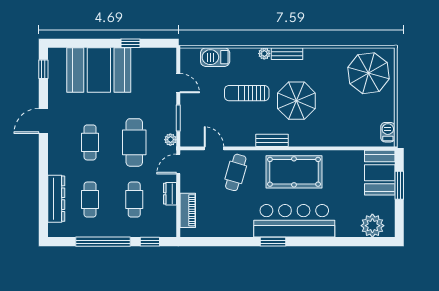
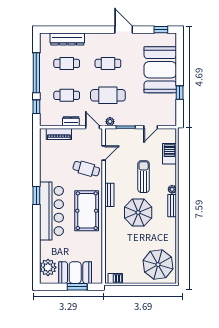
booth: (380, 173) -> (75, 273), moved

